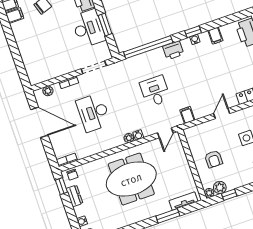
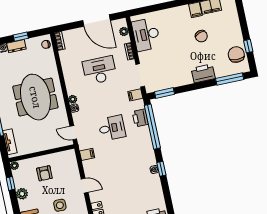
window: (105, 25) -> (164, 93), moved
desk: (88, 28) -> (146, 34), moved, turned 90
filing cabinet: (215, 36) -> (135, 95), moved
printer: (173, 50) -> (140, 118), moved
door: (39, 122) -> (96, 20), hinge flipped
armchair: (214, 159) -> (44, 173), turned -90
window: (61, 186) -> (21, 37), moved
plant: (220, 187) -> (22, 194), moved
dresser: (74, 196) -> (16, 46), moved

